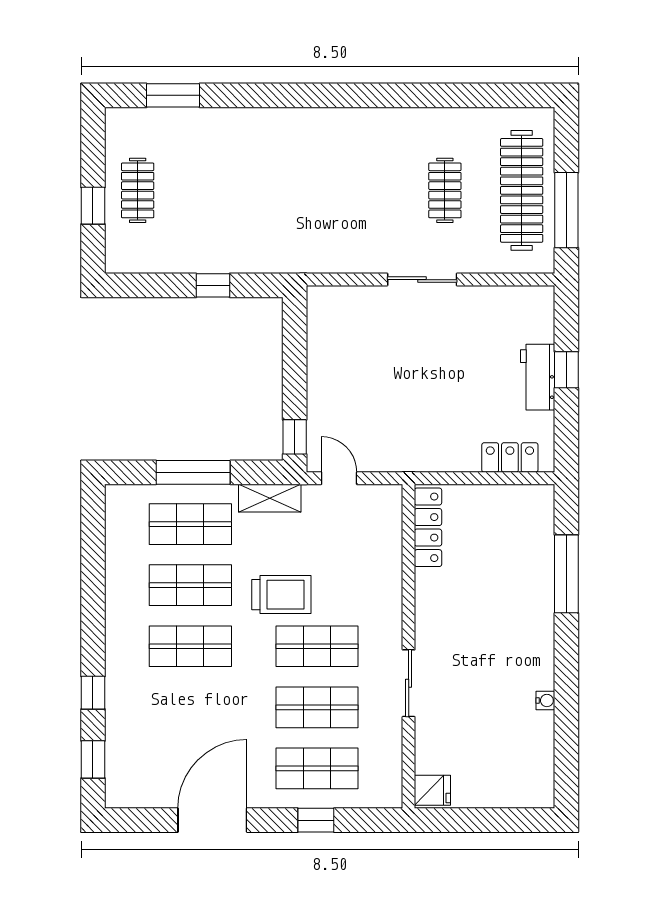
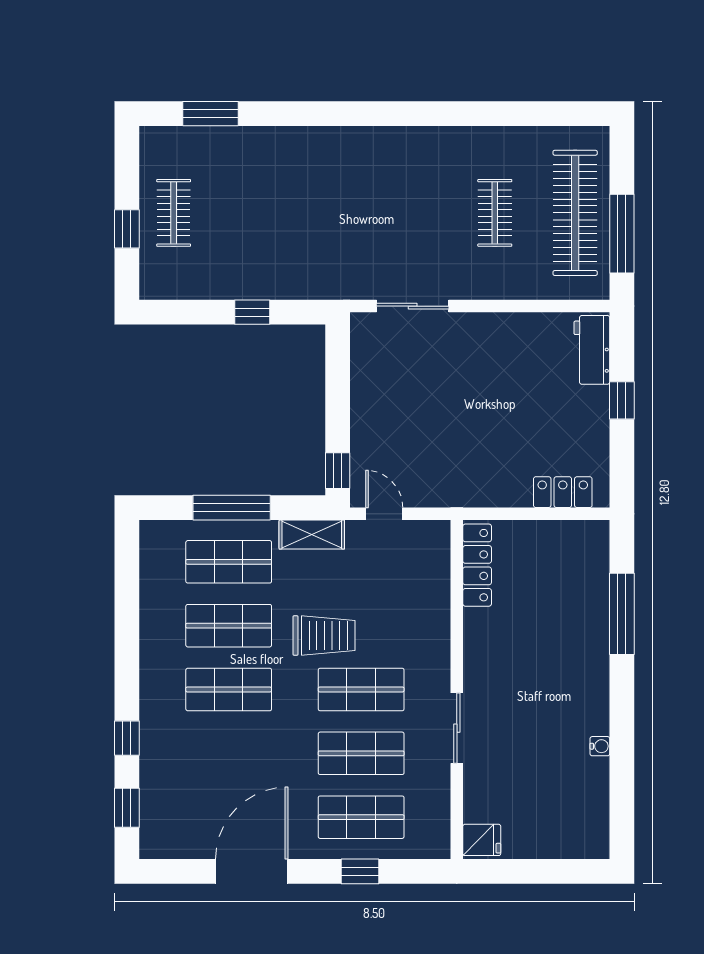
sliding door: (422, 280) -> (413, 306), moved
workbench: (538, 377) -> (592, 350), moved

